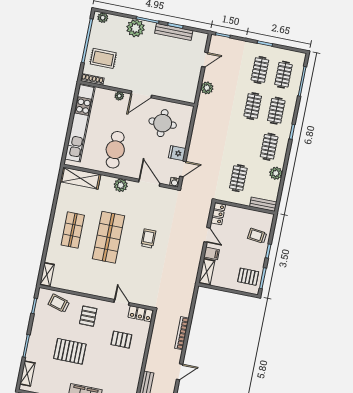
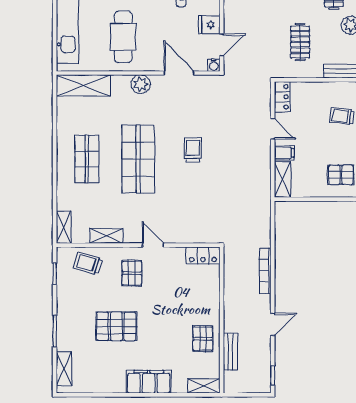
shelving: (76, 287) -> (106, 236), added
door: (122, 302) -> (153, 245), moved
pallet: (121, 340) -> (203, 339), moved, turned 90

